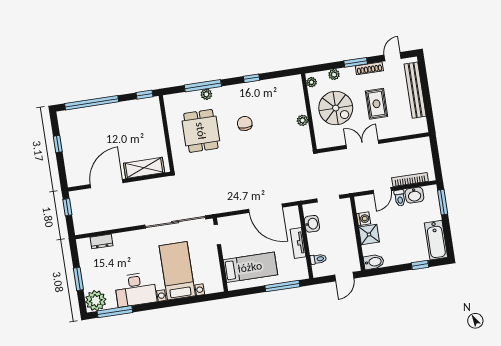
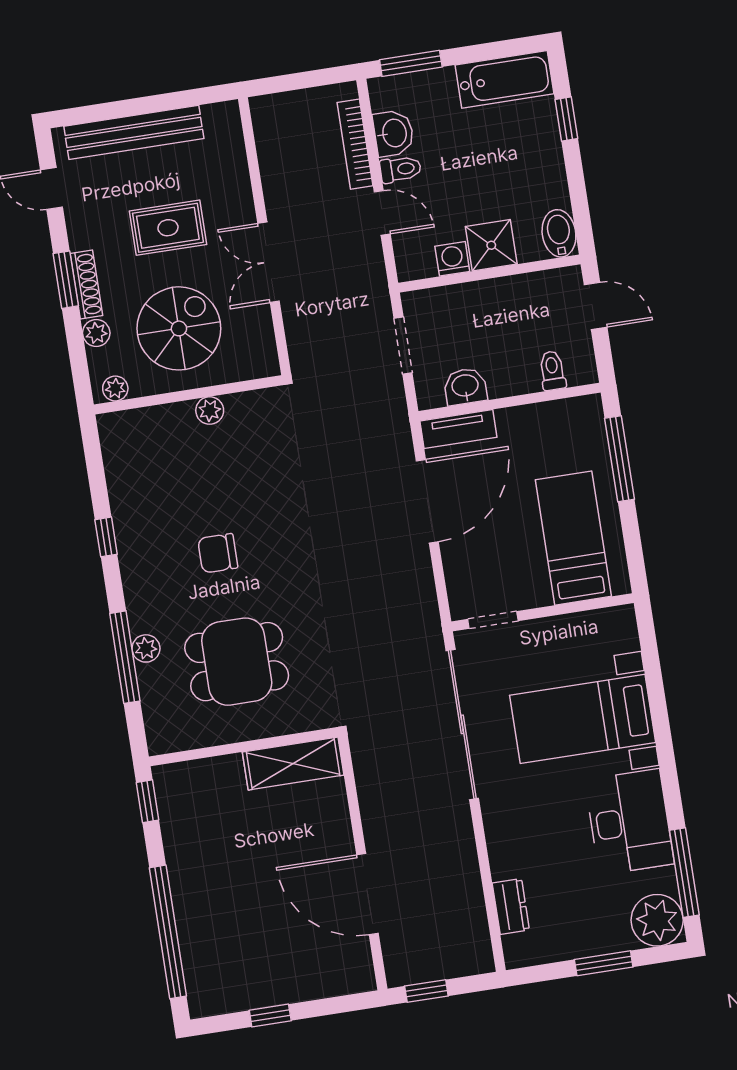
shoe rack: (369, 68) -> (86, 284), moved
shelving: (144, 168) -> (293, 764), moved, turned 90
tv unit: (298, 243) -> (458, 429), moved

